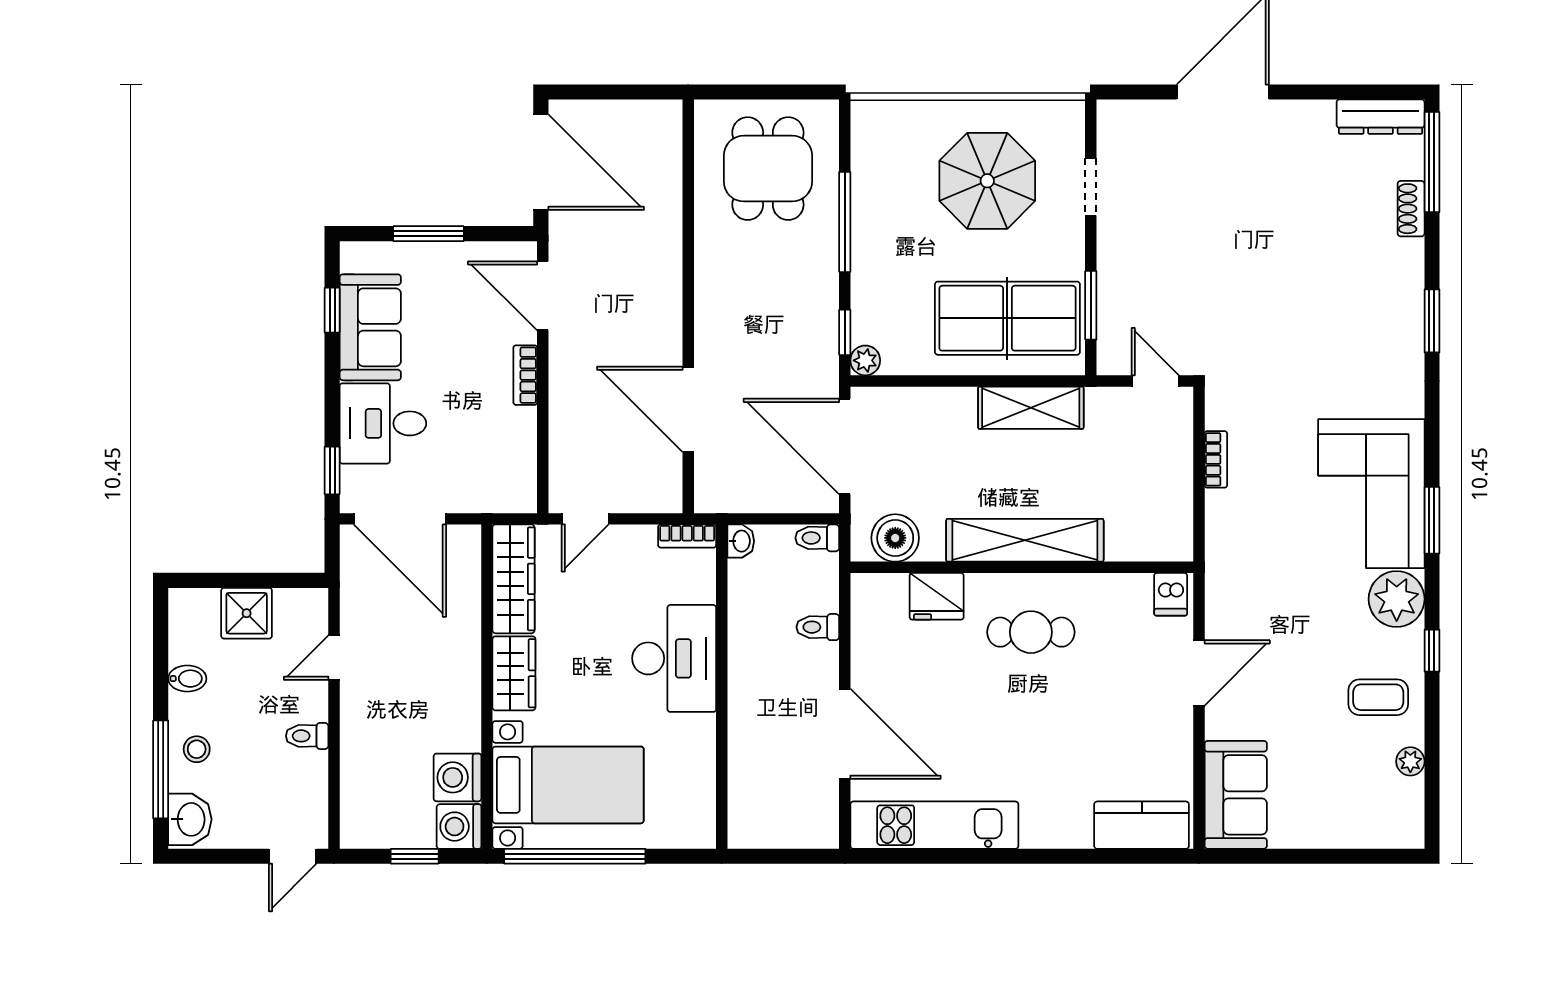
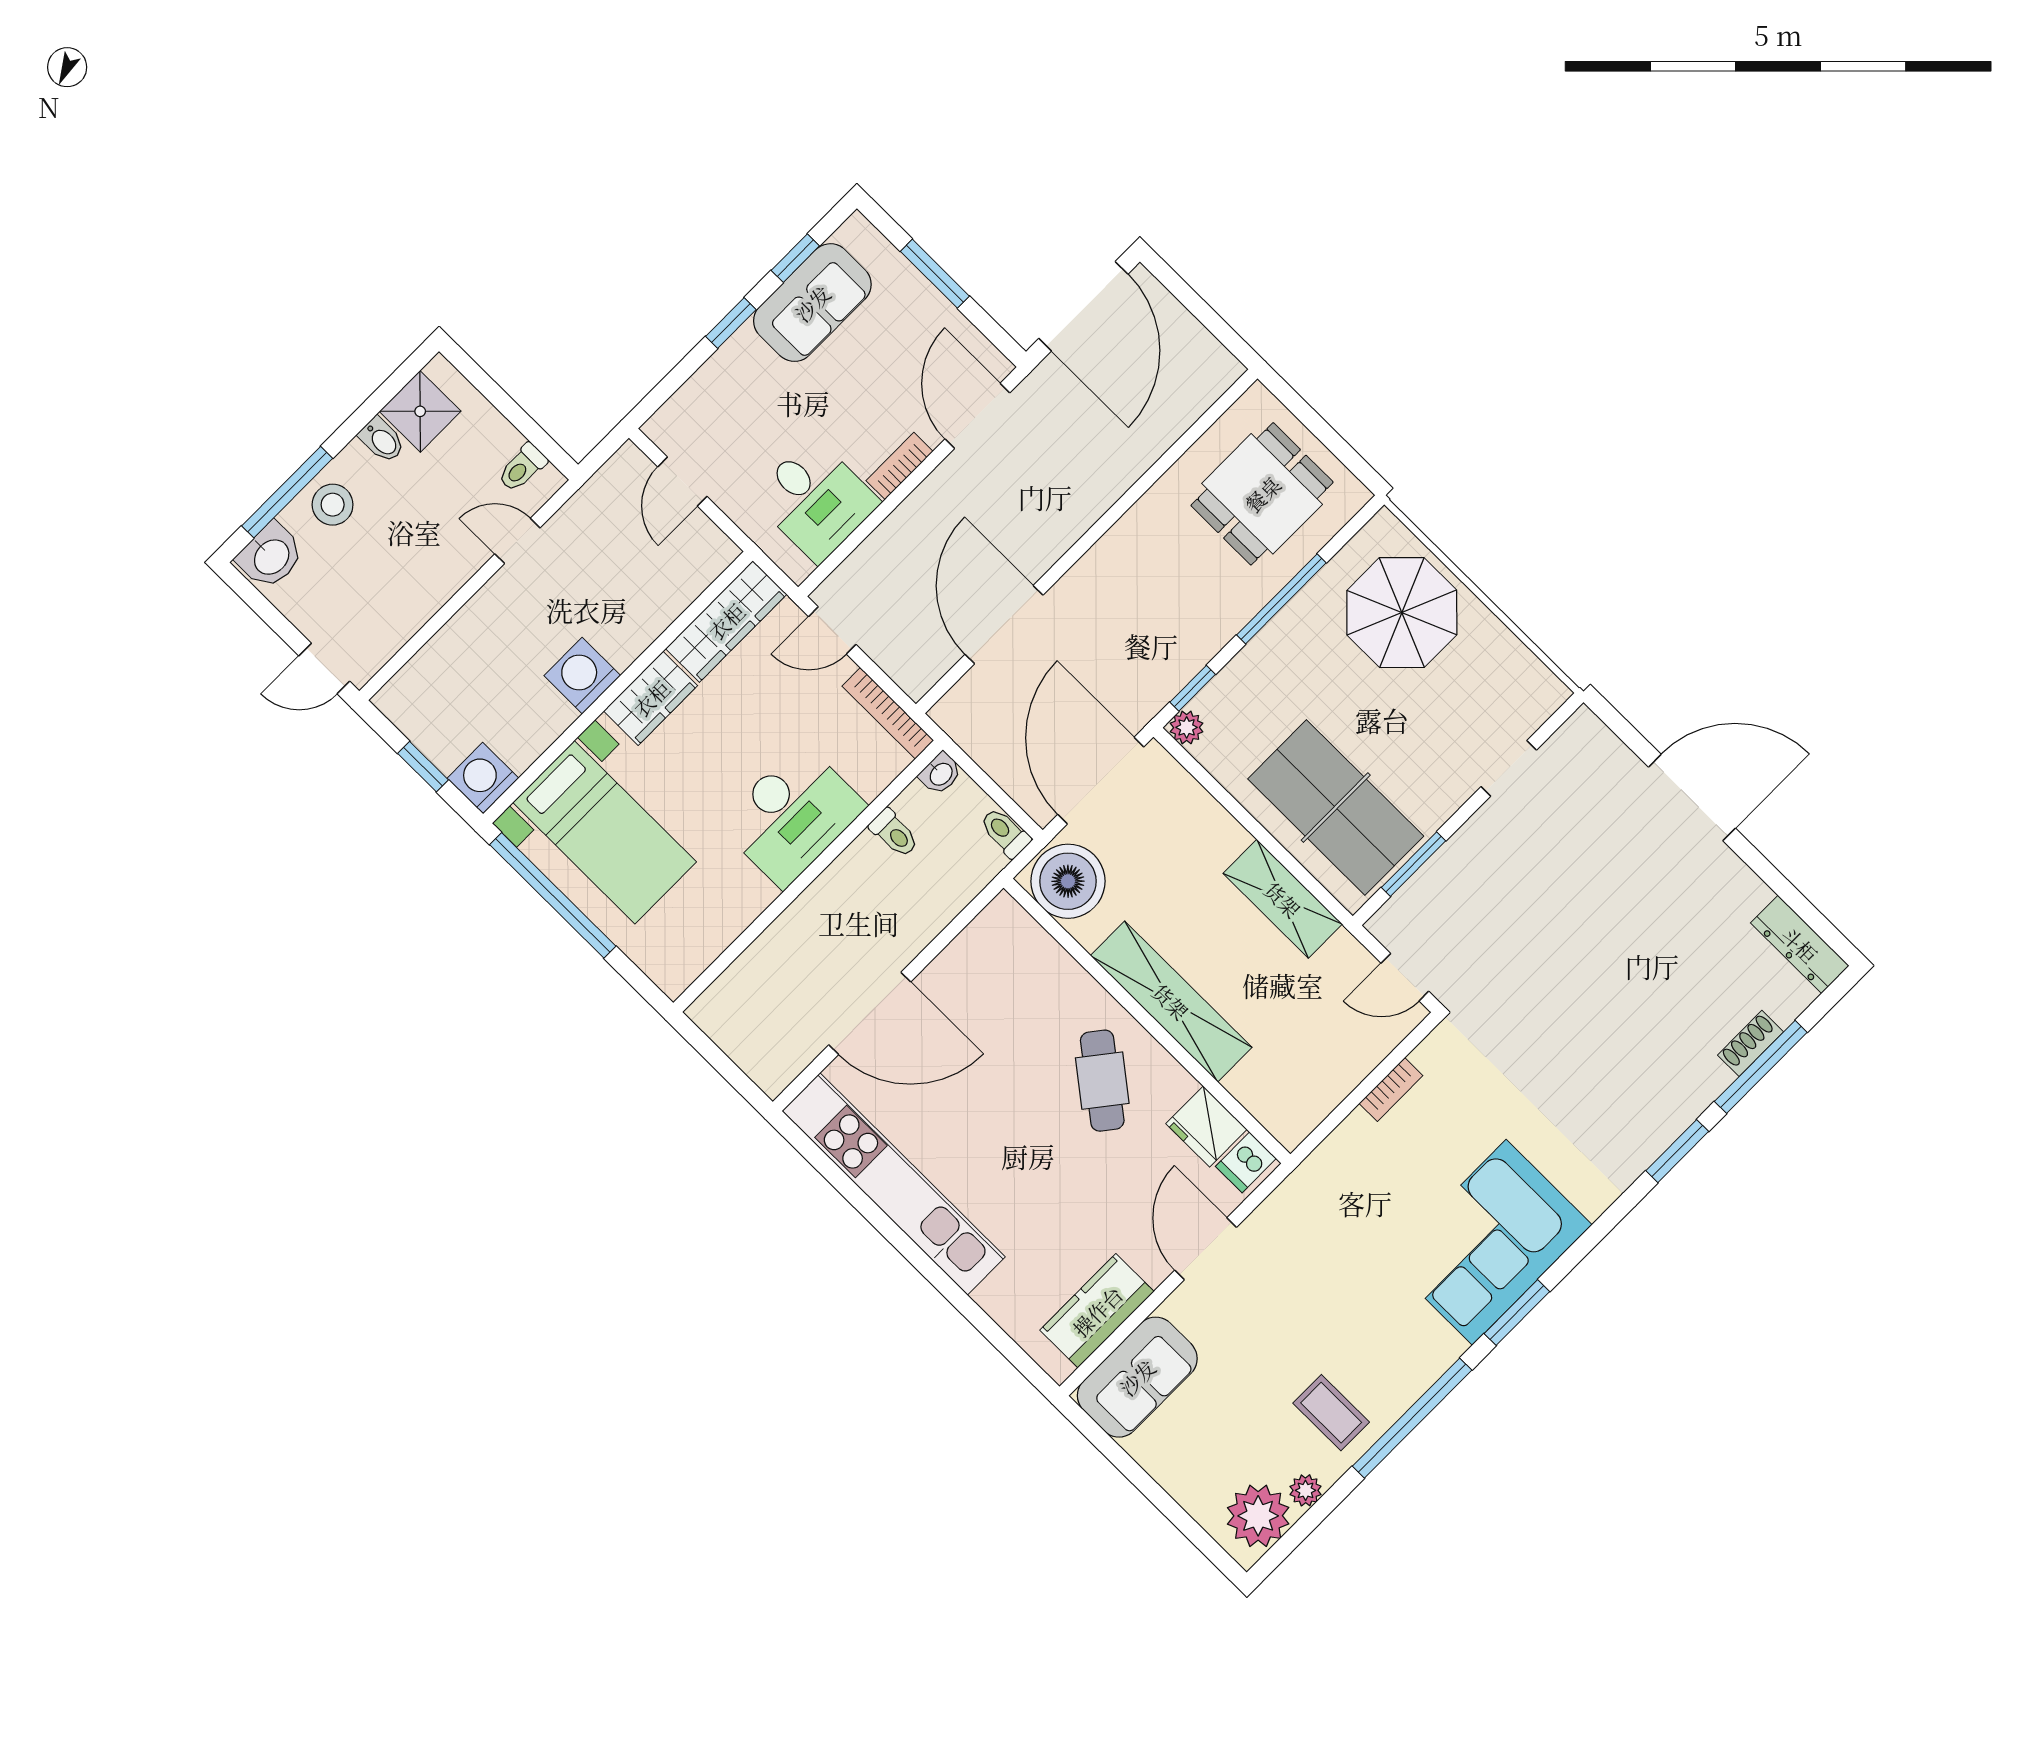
window: (1432, 162) -> (1761, 1067), moved
parasol: (987, 181) -> (1402, 613), moved
door: (1155, 381) -> (1405, 977), swing flipped
desk: (383, 423) -> (815, 500), moved, turned 180
window: (332, 470) -> (731, 323), moved
door: (400, 519) -> (682, 482), width x0.53
bookcase: (687, 536) -> (888, 713), width x1.56
boiler: (895, 538) -> (1068, 881), width x1.37, depth x1.37
fridge: (937, 596) -> (1206, 1126), moved
plant: (1397, 599) -> (1258, 1516), moved
shower: (247, 613) -> (420, 411), moved
toilet: (818, 627) -> (894, 833), moved, turned 180
cafe table: (1031, 632) -> (1102, 1081), turned 38
window: (1432, 651) -> (1412, 1418), width x3.17
door: (1199, 673) -> (1206, 1249), swing flipped
door: (845, 734) -> (870, 1013), hinge flipped
toilet: (307, 736) -> (522, 468), moved, turned -90
stool: (197, 749) -> (333, 505), width x1.37, depth x1.37
washing machine: (457, 777) -> (582, 676), moved
kitchen unit: (934, 825) -> (894, 1184), width x1.36
kitchen counter: (1142, 825) -> (1097, 1311), moved, turned -90

